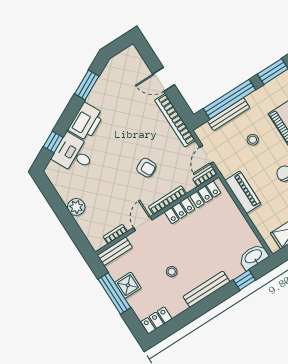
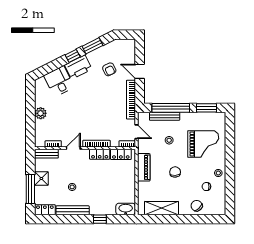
window: (53, 142) -> (73, 56), moved
door: (207, 155) -> (136, 132), swing flipped
armchair: (146, 168) -> (109, 69), moved
window: (244, 280) -> (100, 219), moved
bench: (206, 289) -> (73, 210), moved
window: (114, 293) -> (30, 189), moved

